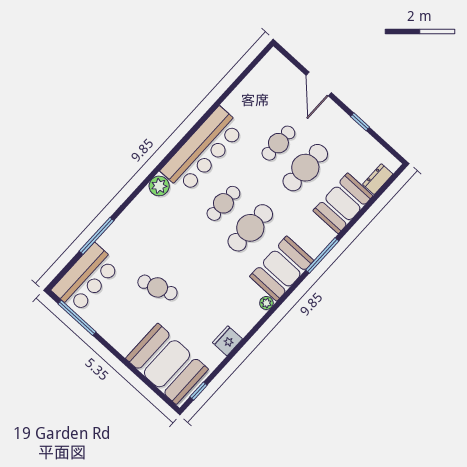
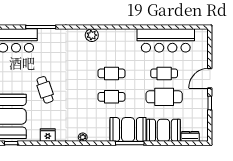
door: (319, 84) -> (210, 78), moved
bar counter: (203, 150) -> (166, 40), moved
cafe table: (250, 228) -> (111, 97), width x0.73, depth x0.74
booth: (282, 269) -> (128, 129), moved
cafe table: (157, 287) -> (45, 90), moved

